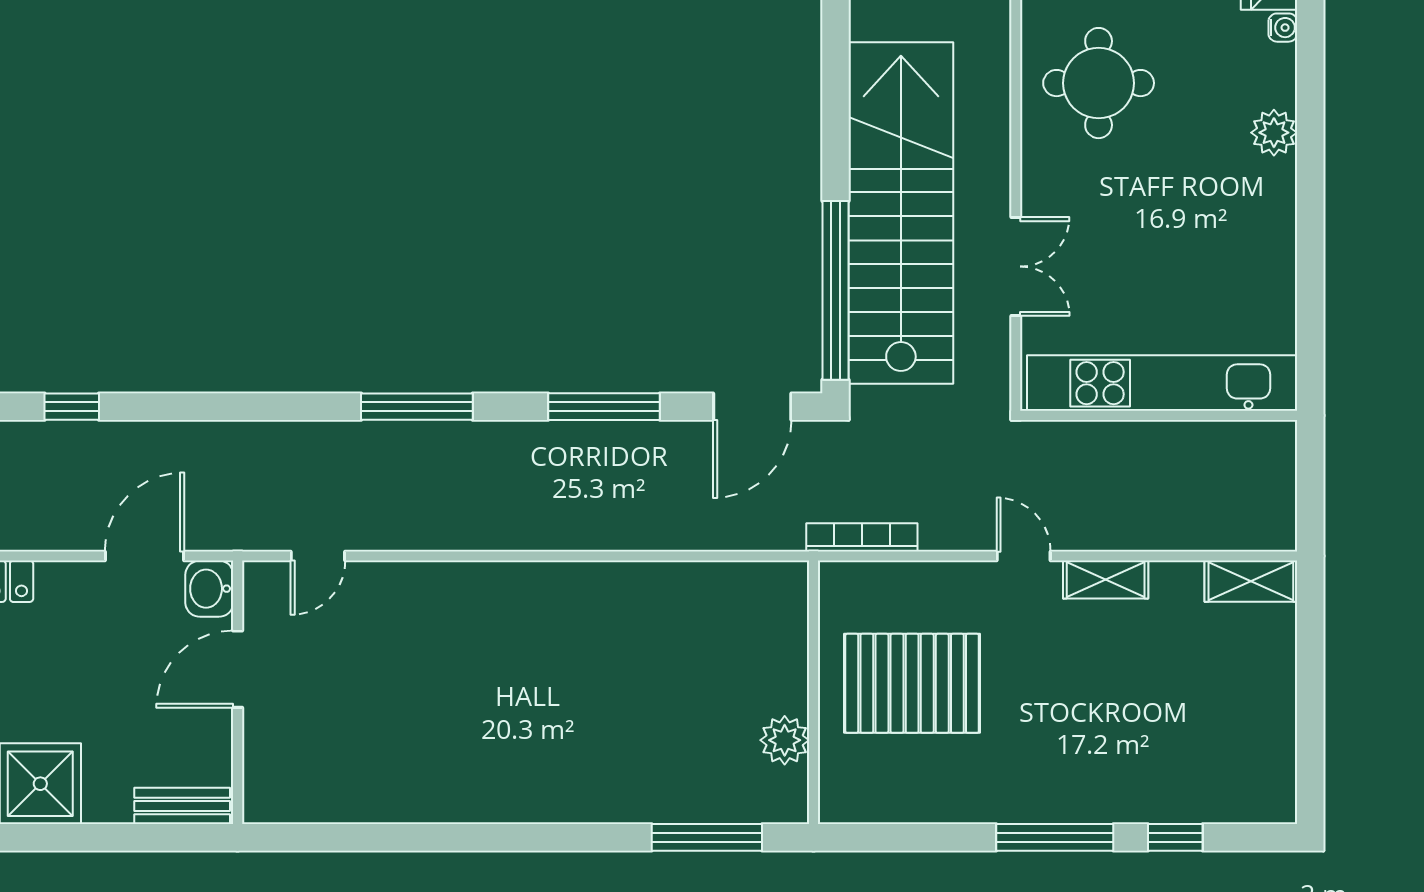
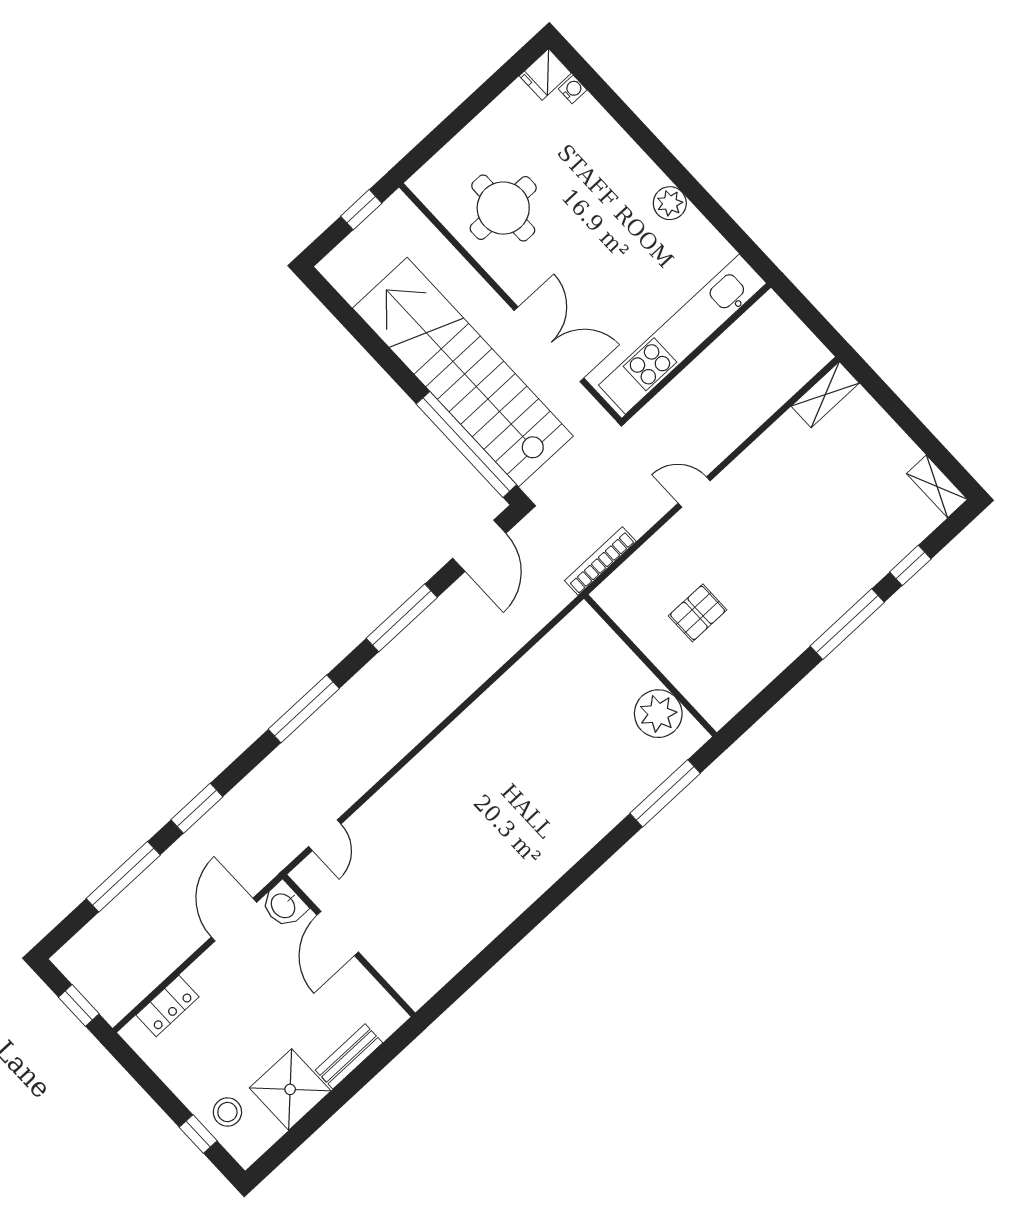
plant: (1274, 133) -> (670, 203), moved
double door: (1016, 266) -> (549, 344), width x1.37
window: (72, 407) -> (123, 877), width x2.17
window: (213, 407) -> (197, 808), added
shelving: (1106, 580) -> (937, 486), moved, turned 90
pallet: (912, 683) -> (698, 613), width x0.49, depth x0.50
plant: (785, 740) -> (658, 714), width x1.36, depth x1.36
bench: (182, 806) -> (349, 1056), moved

